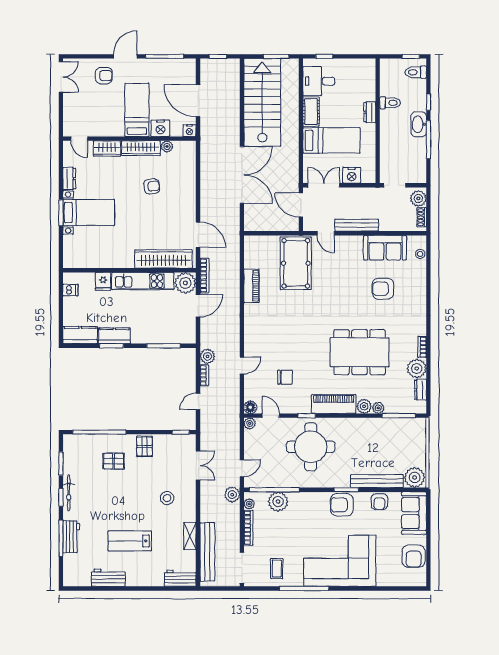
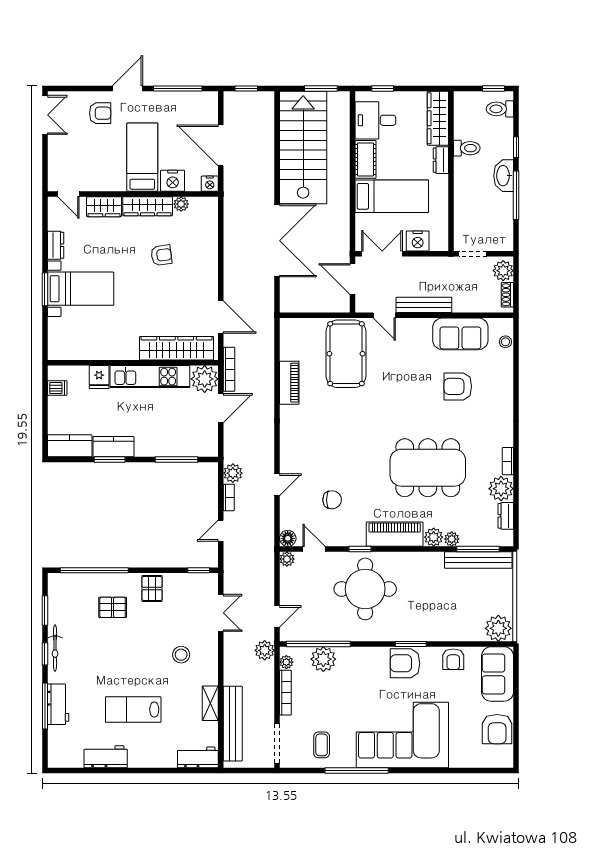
wardrobe: (367, 80) -> (438, 118), added
bench: (377, 481) -> (478, 560), moved

